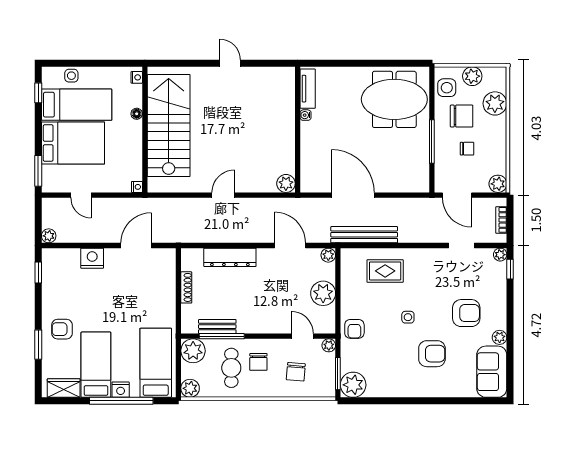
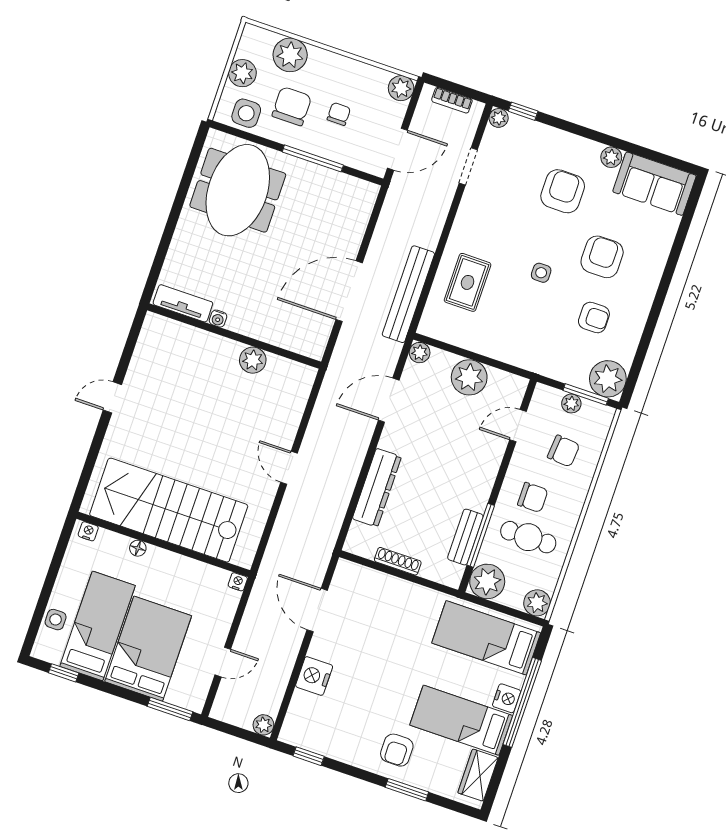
plant: (286, 183) -> (253, 360), moved
armchair: (354, 329) -> (594, 318), moved
plant: (329, 345) -> (571, 403), moved

